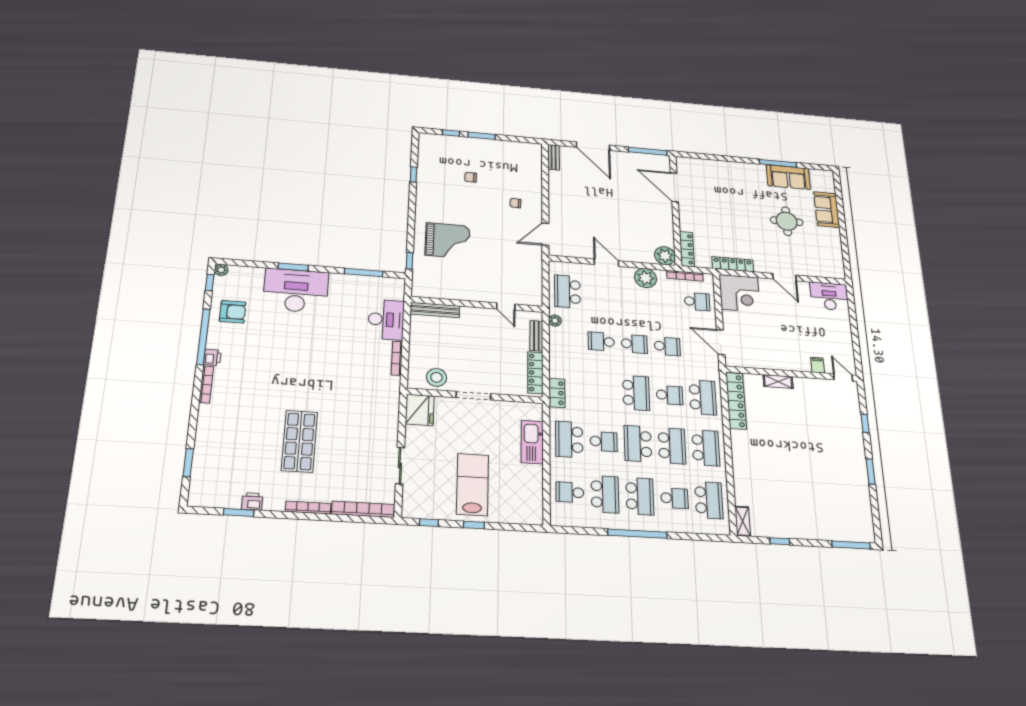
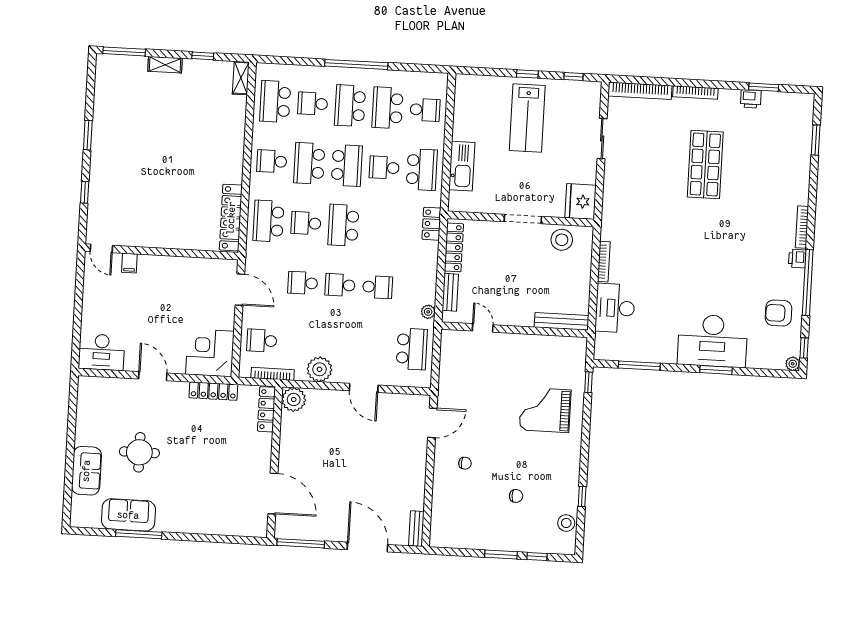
stool: (427, 156) -> (566, 523), added
shelving: (778, 382) -> (165, 65), moved
school desk: (706, 448) -> (272, 161), width x0.54

